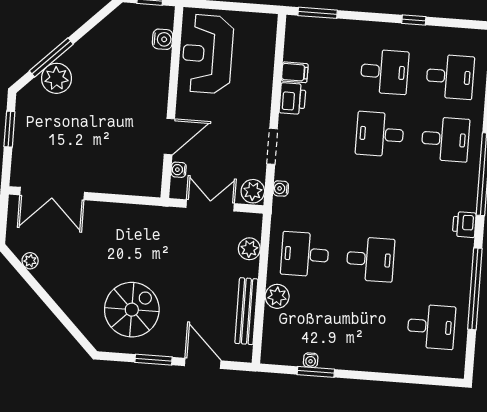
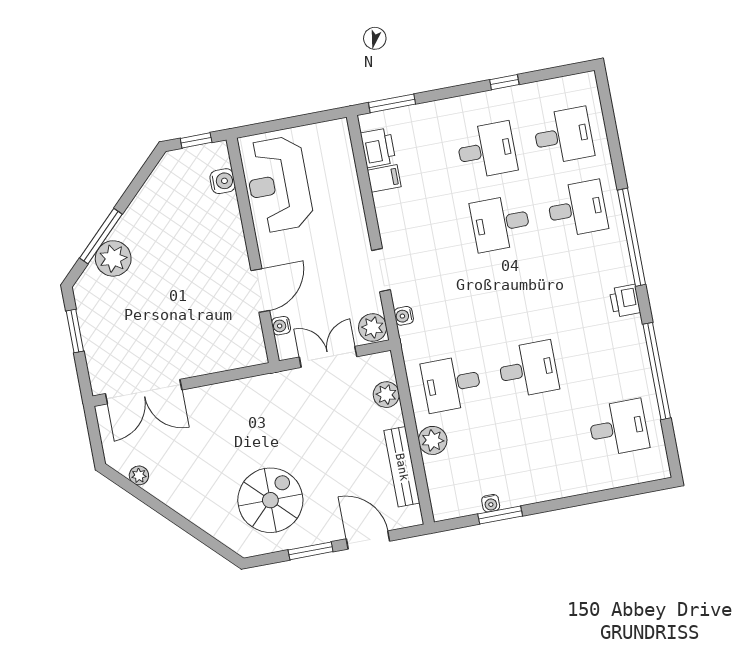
printer: (293, 99) -> (378, 148), moved

